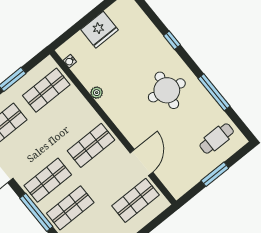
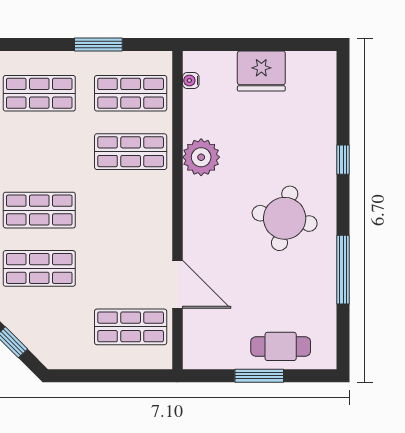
plant: (97, 93) -> (201, 157), width x1.87, depth x1.87
cafe table: (217, 139) -> (281, 346), moved
shop shelf: (91, 145) -> (131, 152), moved
door: (141, 162) -> (177, 284), hinge flipped

